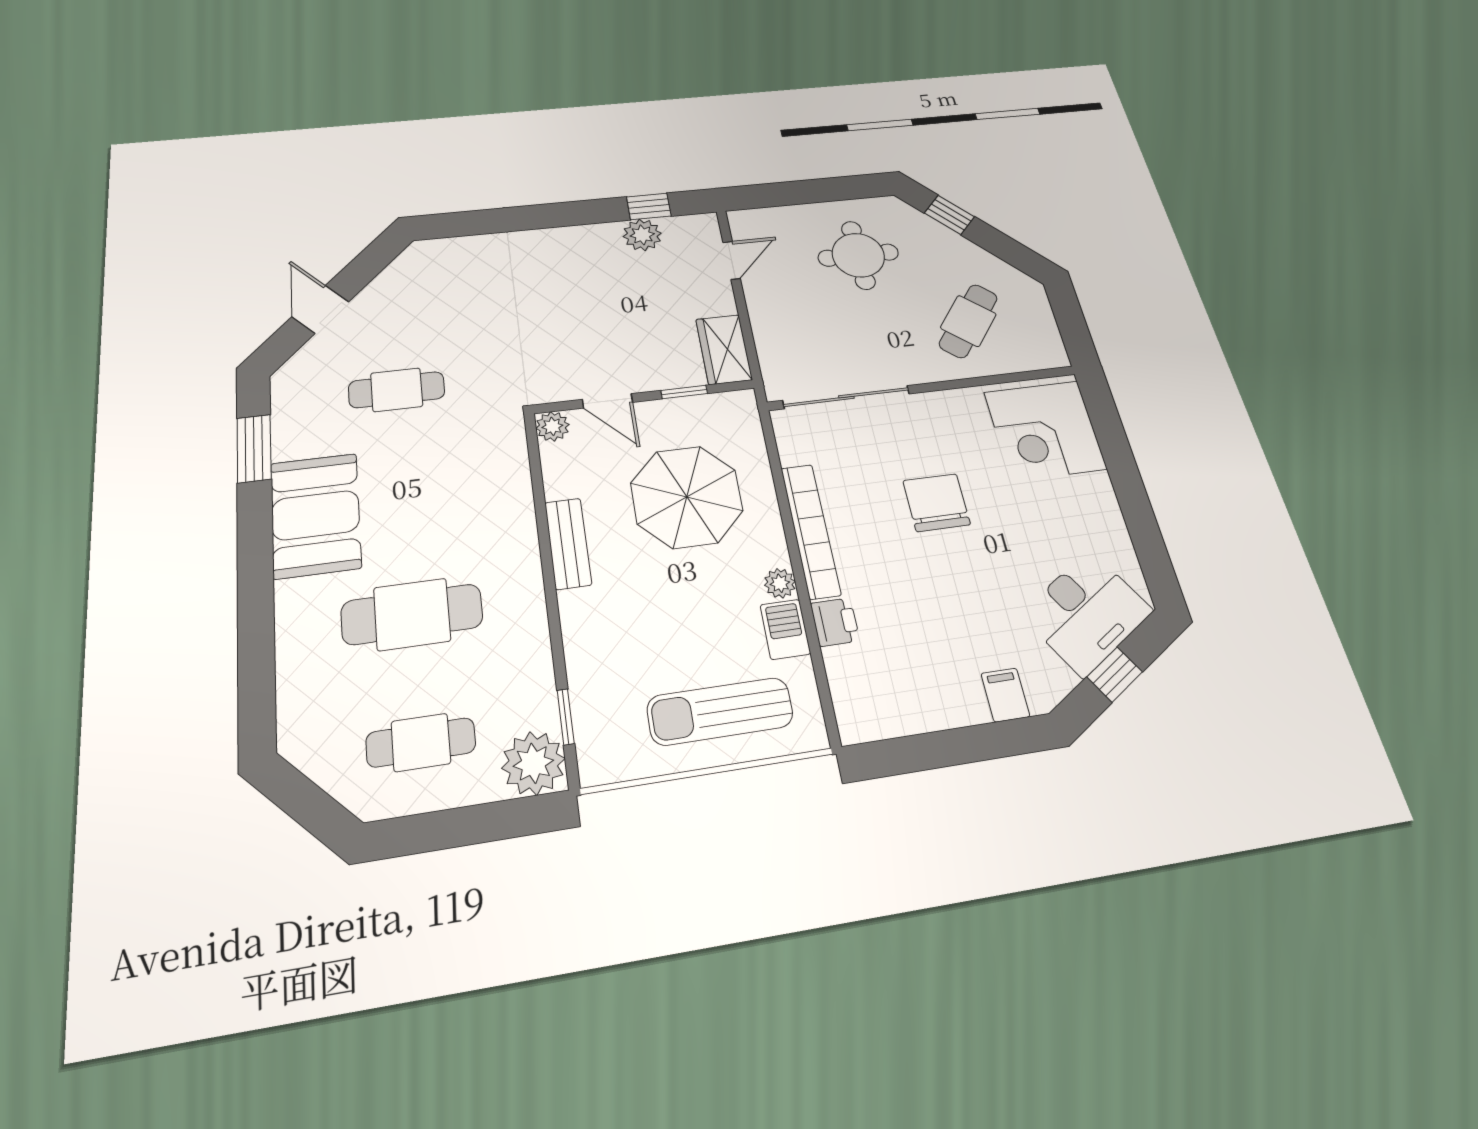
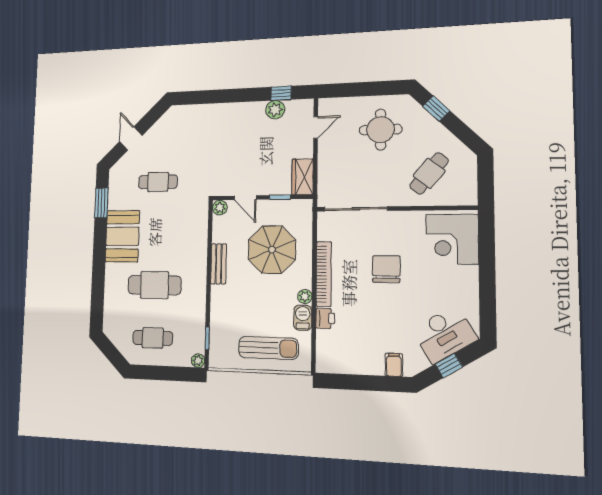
sun lounger: (720, 711) -> (268, 348), turned 180
plant: (533, 763) -> (198, 361), width x0.53, depth x0.53

